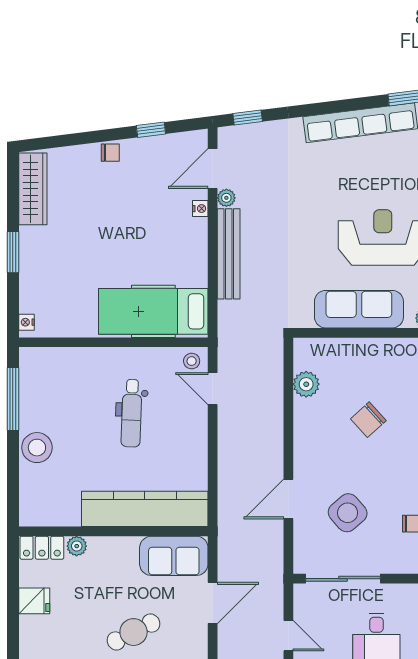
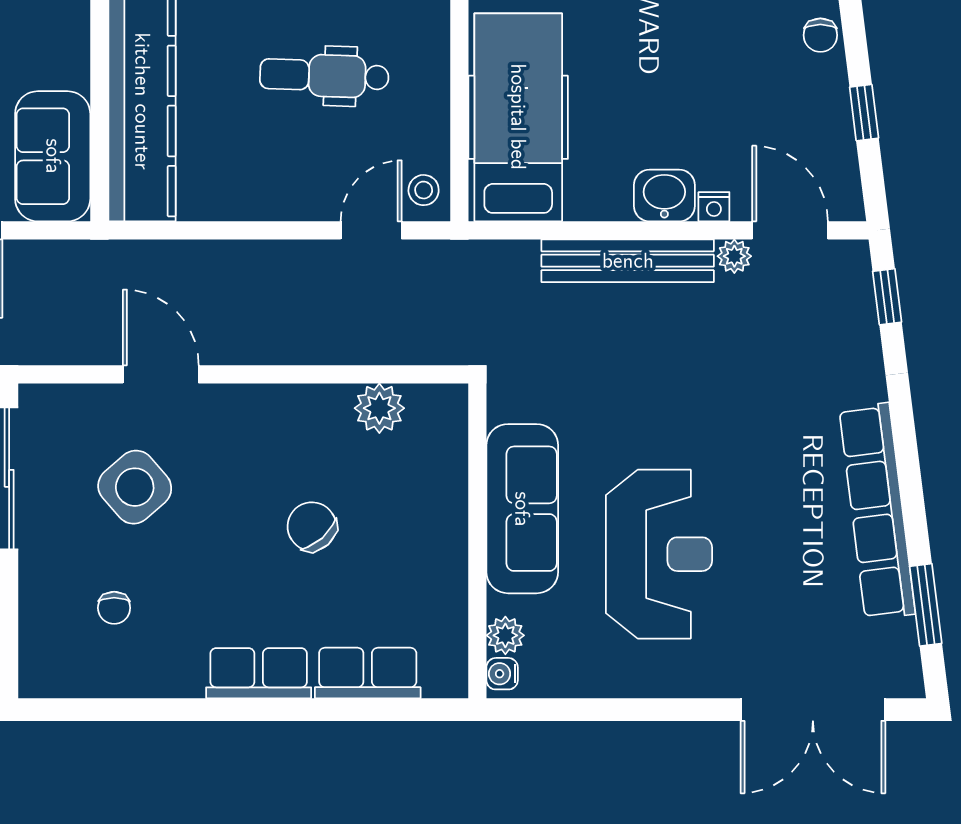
washbasin: (194, 235) -> (664, 196), added

